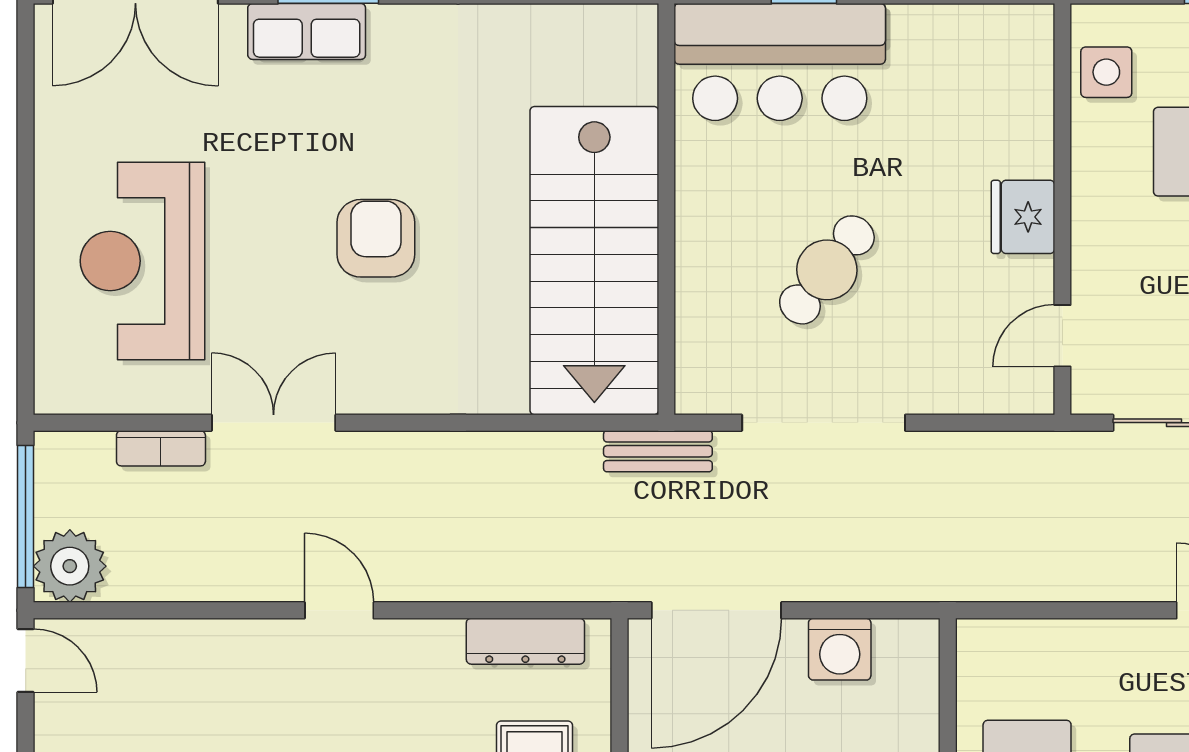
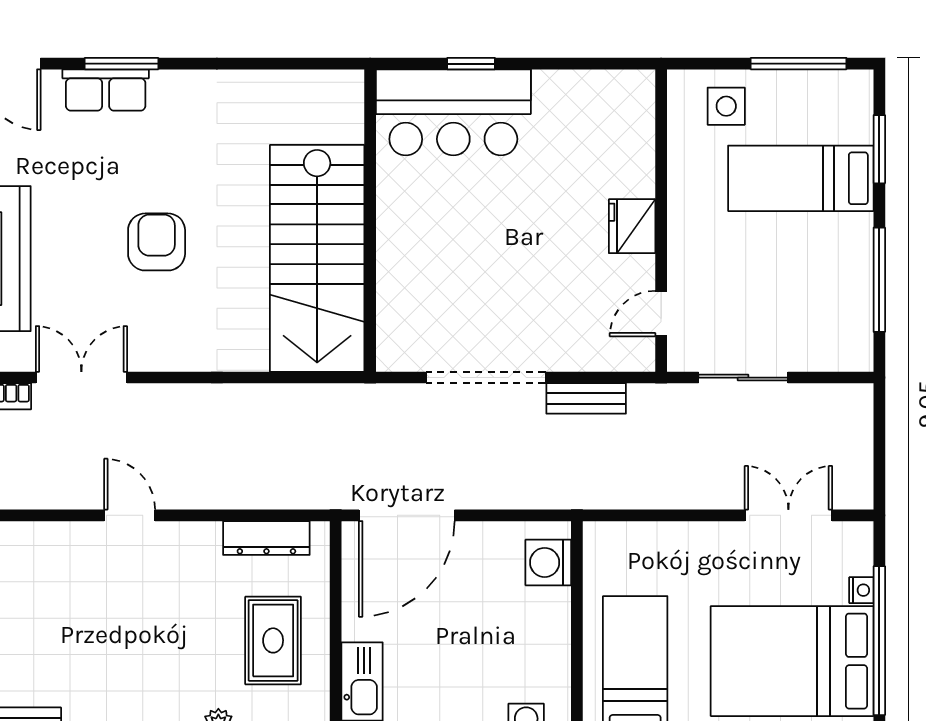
side table: (1106, 72) -> (726, 106), moved
cafe table: (827, 270) -> (488, 265), removed
bench: (658, 451) -> (586, 398), moved
washing machine: (840, 649) -> (548, 562), moved, turned 90

